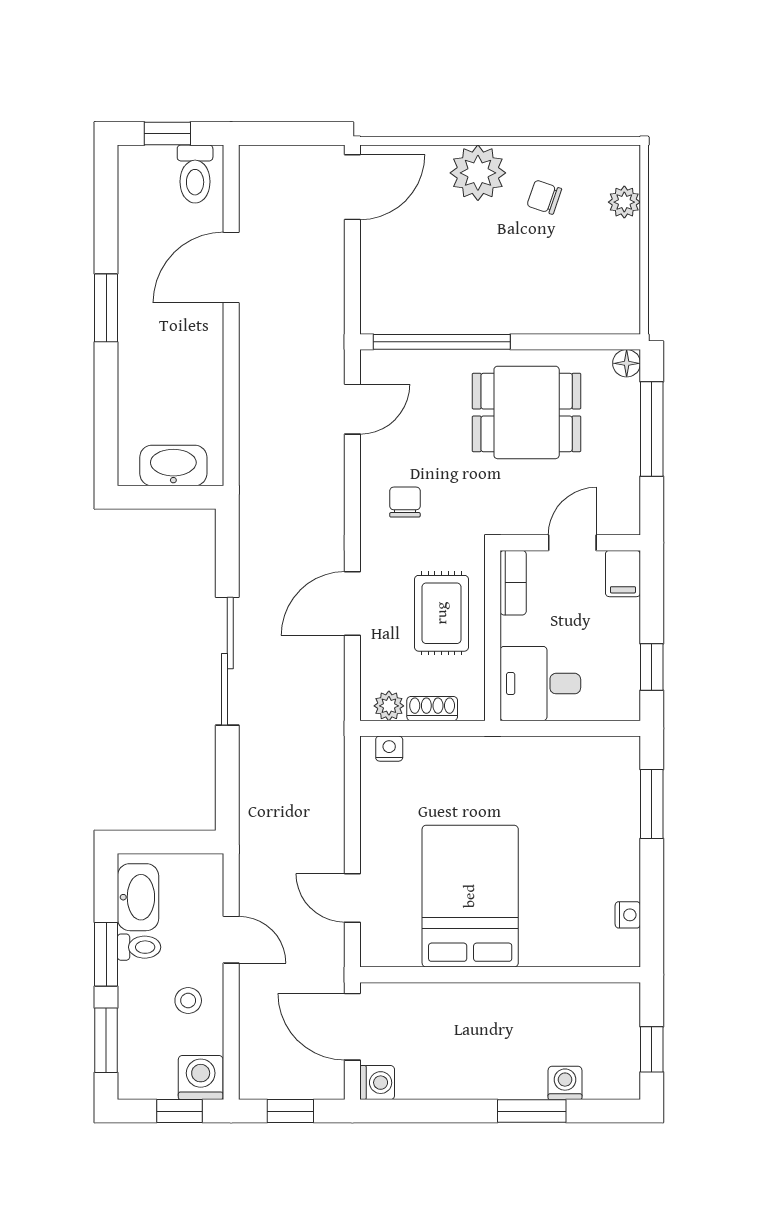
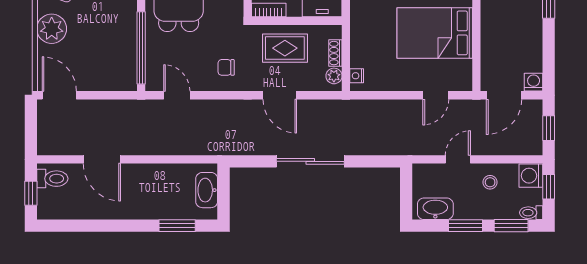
window: (106, 308) -> (177, 226), moved
toilet: (139, 947) -> (531, 213), moved, turned -90

